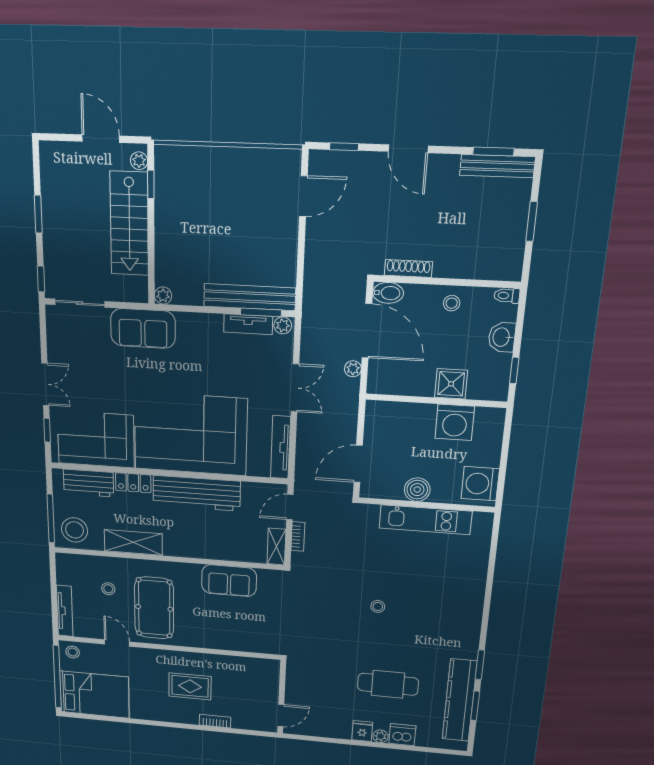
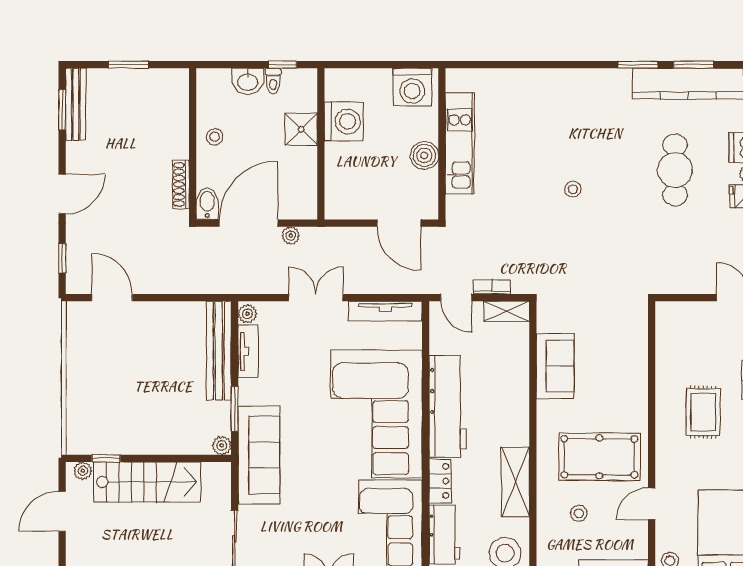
toilet: (507, 296) -> (273, 81), moved
window: (261, 312) -> (235, 409), moved
sofa: (143, 328) -> (259, 455), width x1.36

